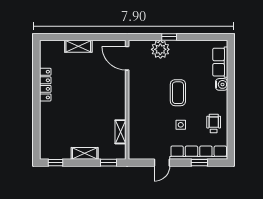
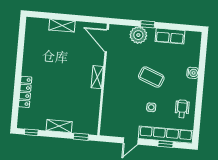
row of seats: (220, 62) -> (170, 36), moved, turned -90
locker: (45, 85) -> (25, 92), moved
coffee table: (178, 93) -> (151, 77), turned -69
shelving: (120, 132) -> (97, 77), moved

